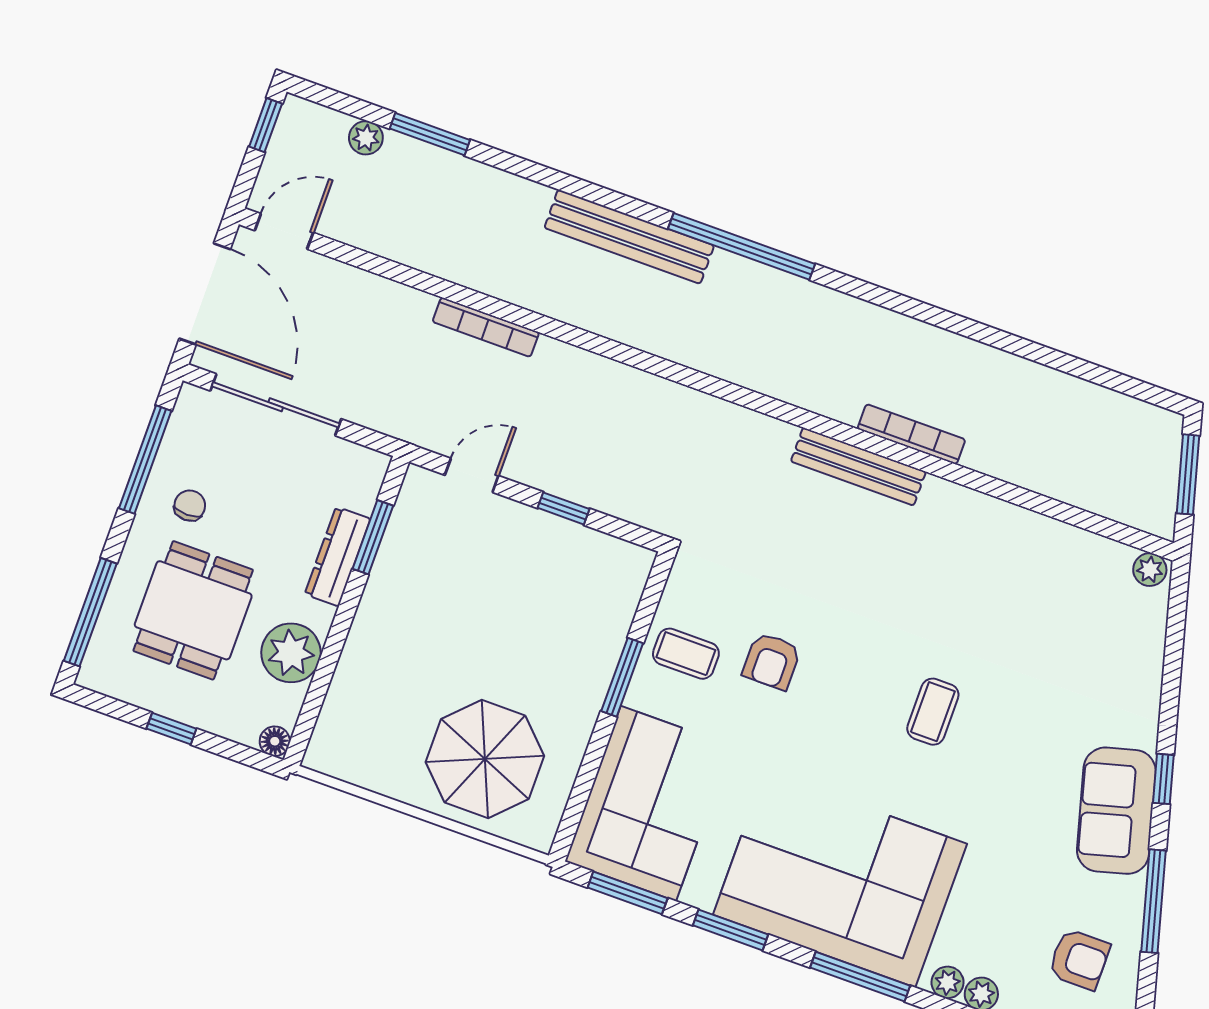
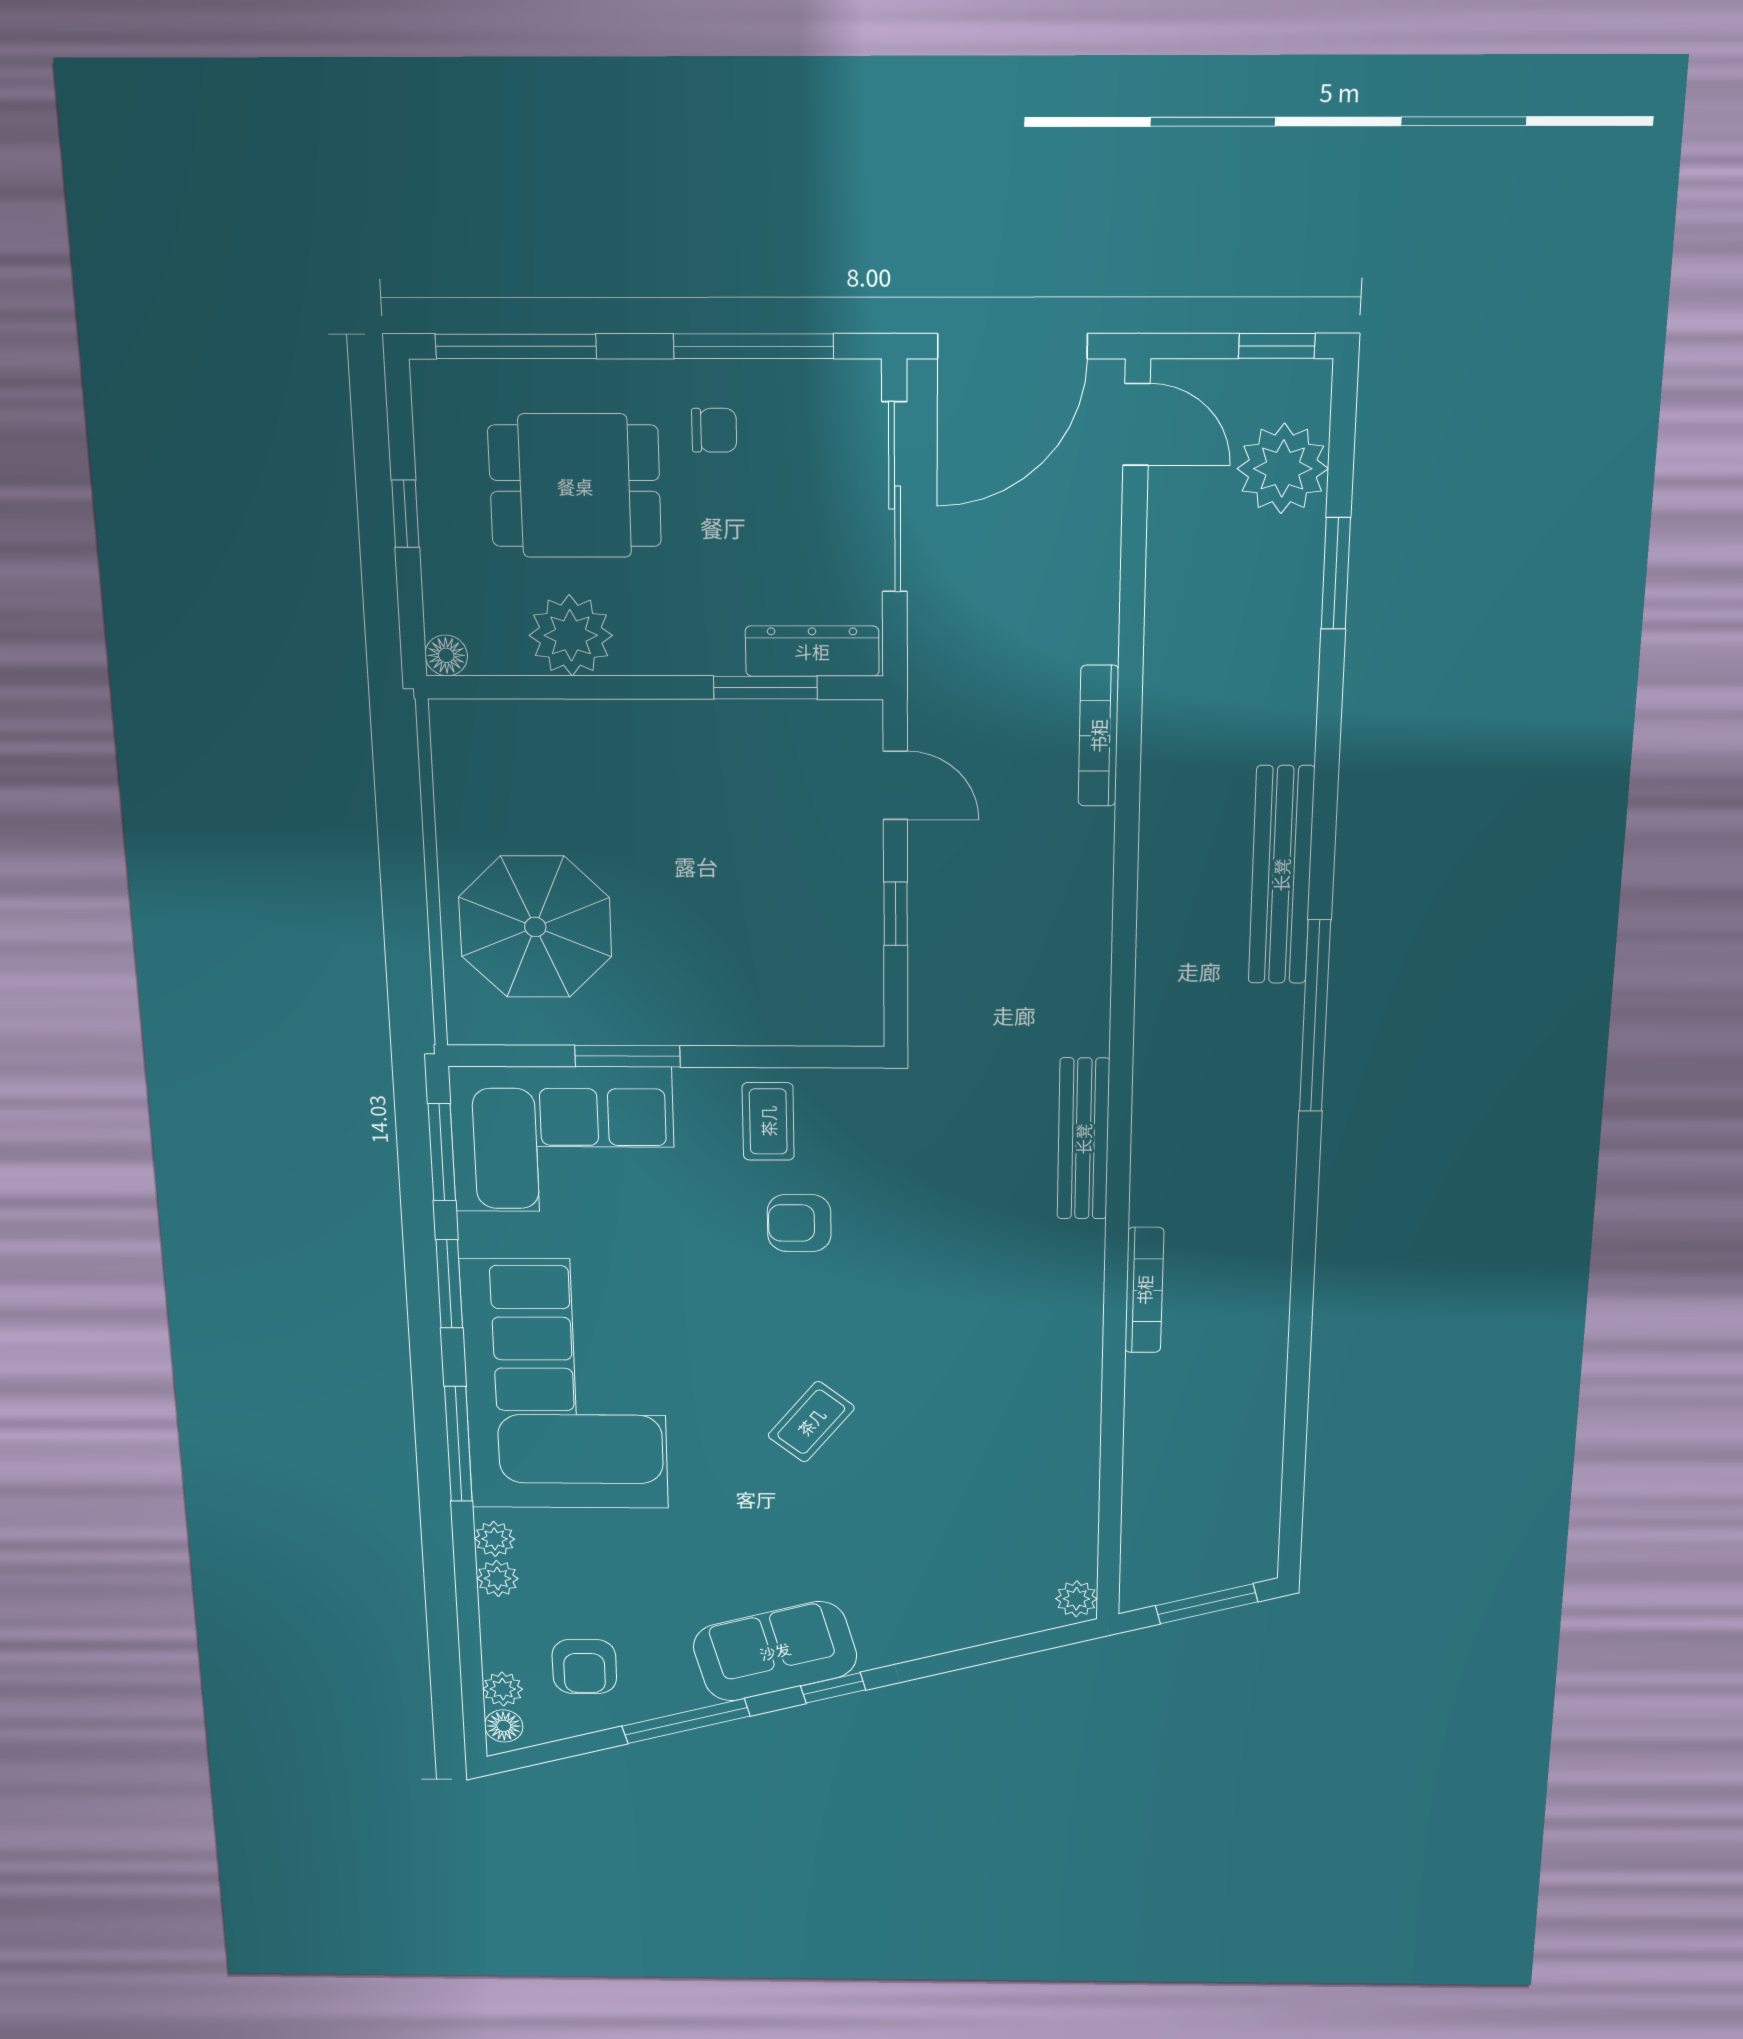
plant: (366, 138) -> (1283, 469), width x1.88, depth x1.88
bench: (858, 467) -> (1083, 1139), moved
dresser: (338, 557) -> (812, 651), moved
window: (622, 677) -> (628, 1056), moved
coffee table: (933, 712) -> (811, 1422), turned -51

